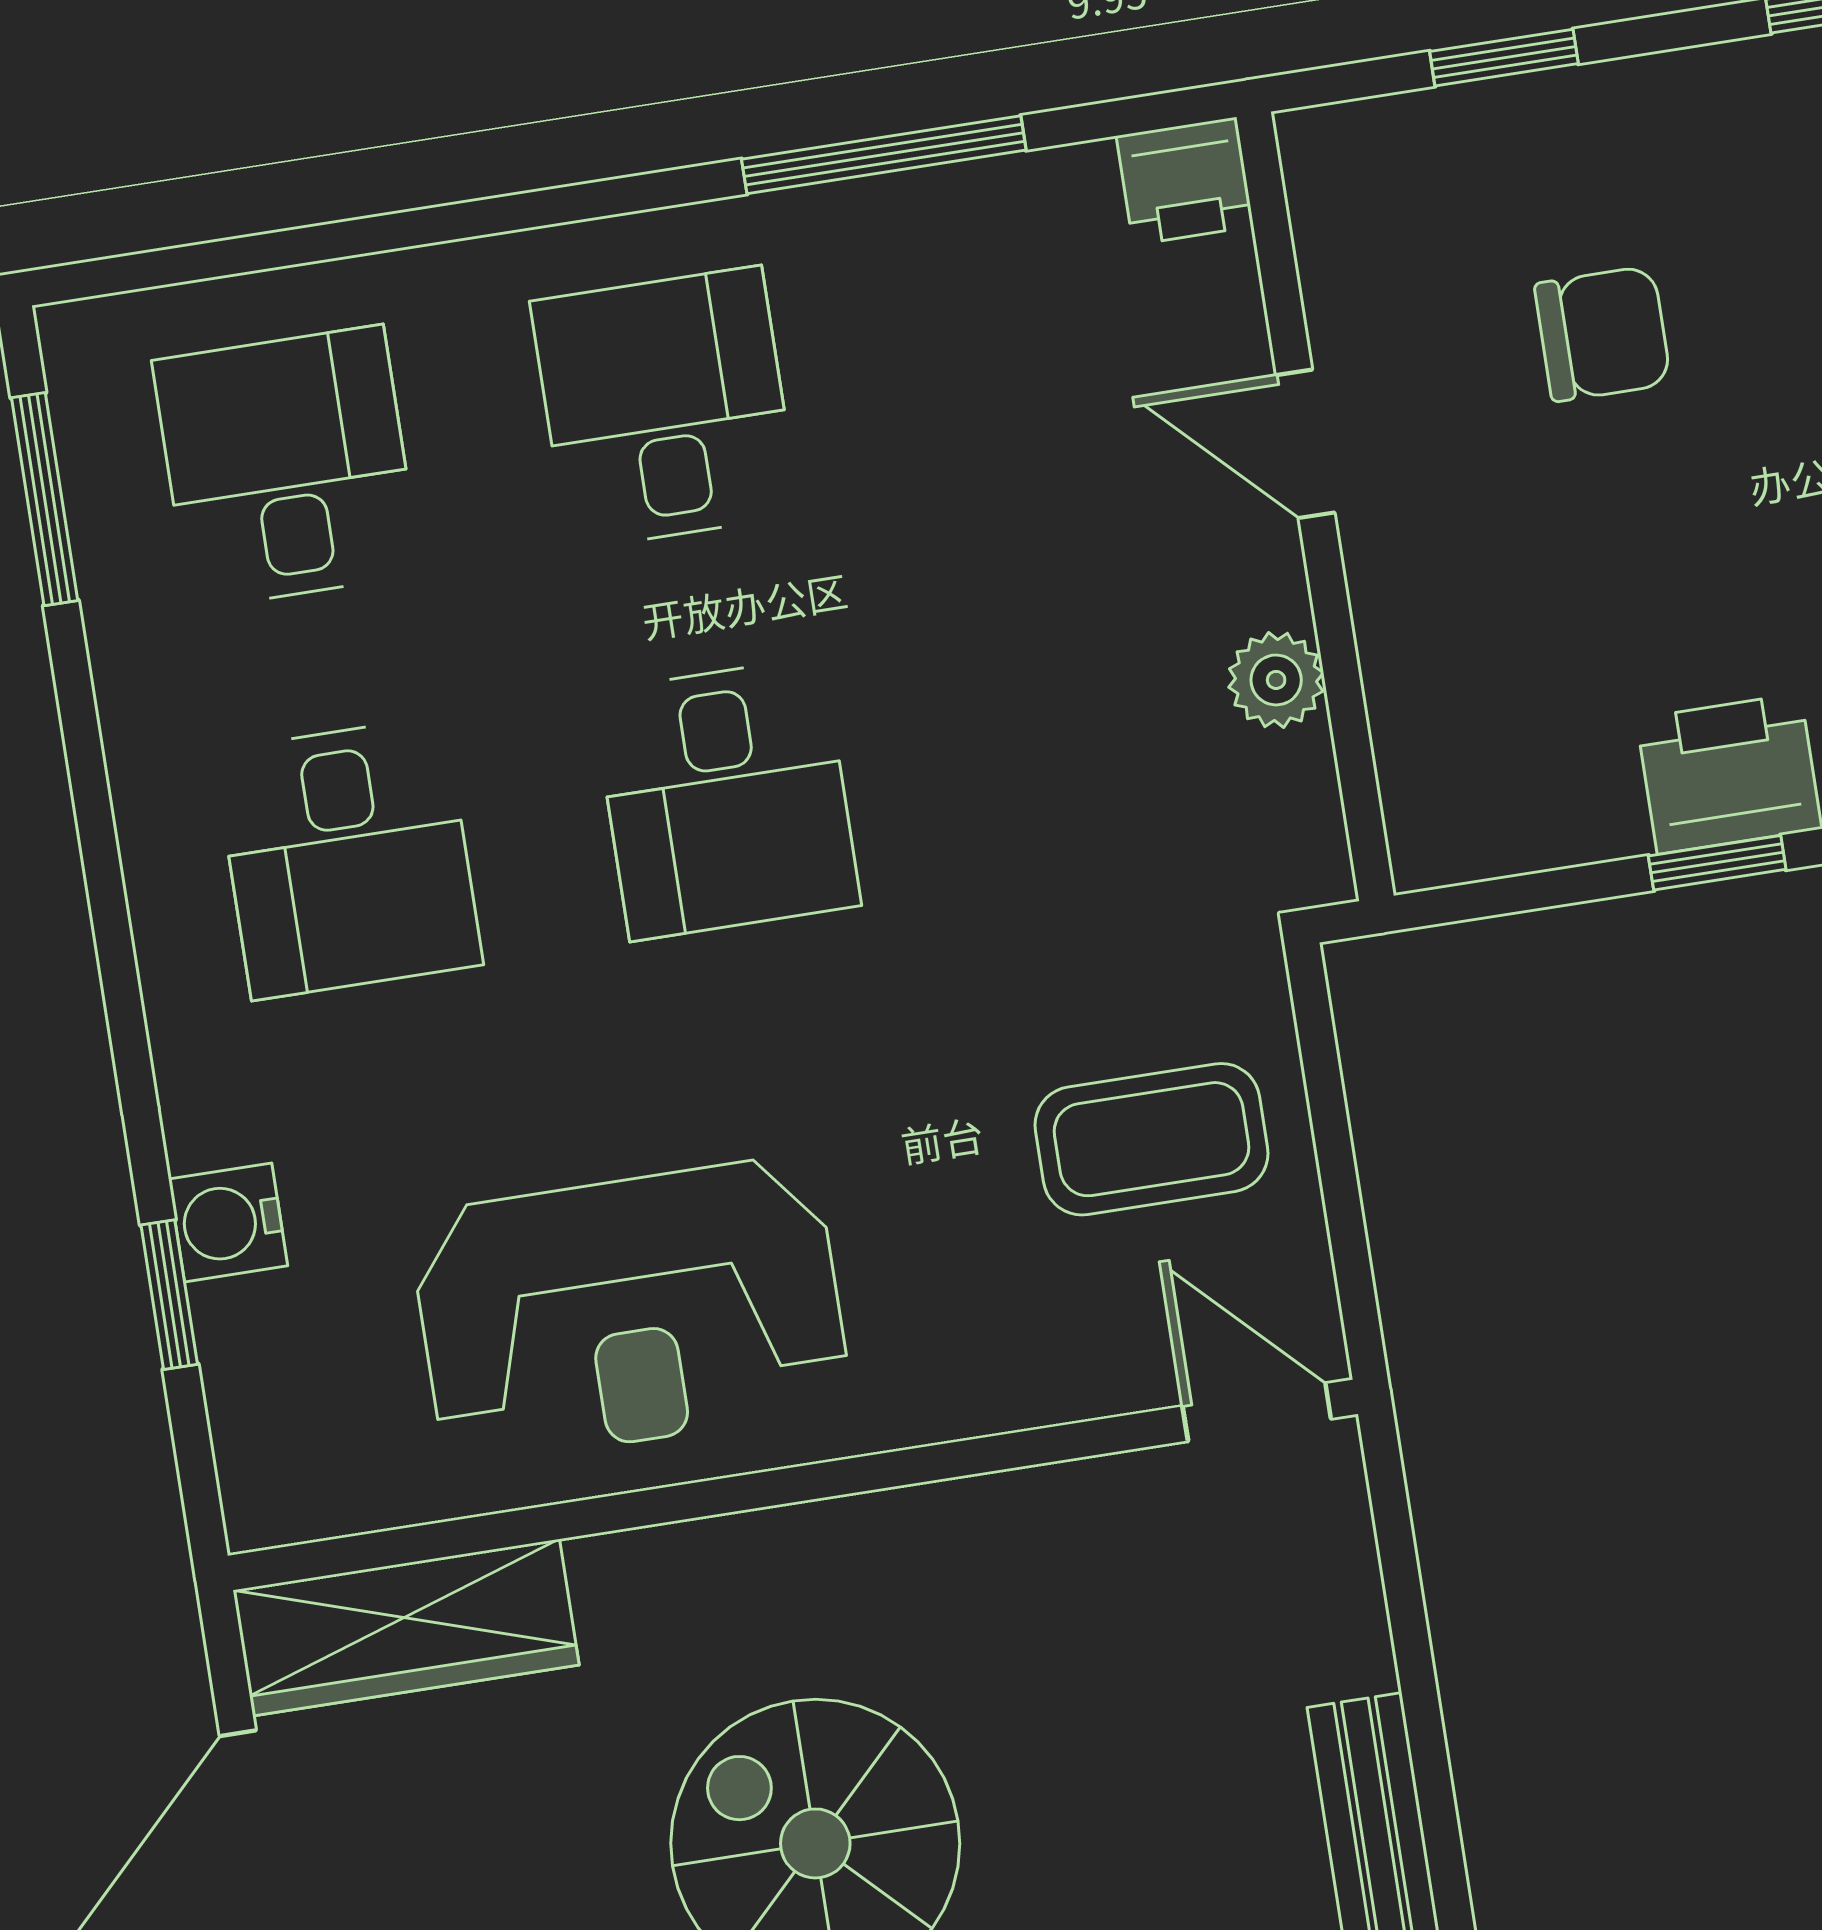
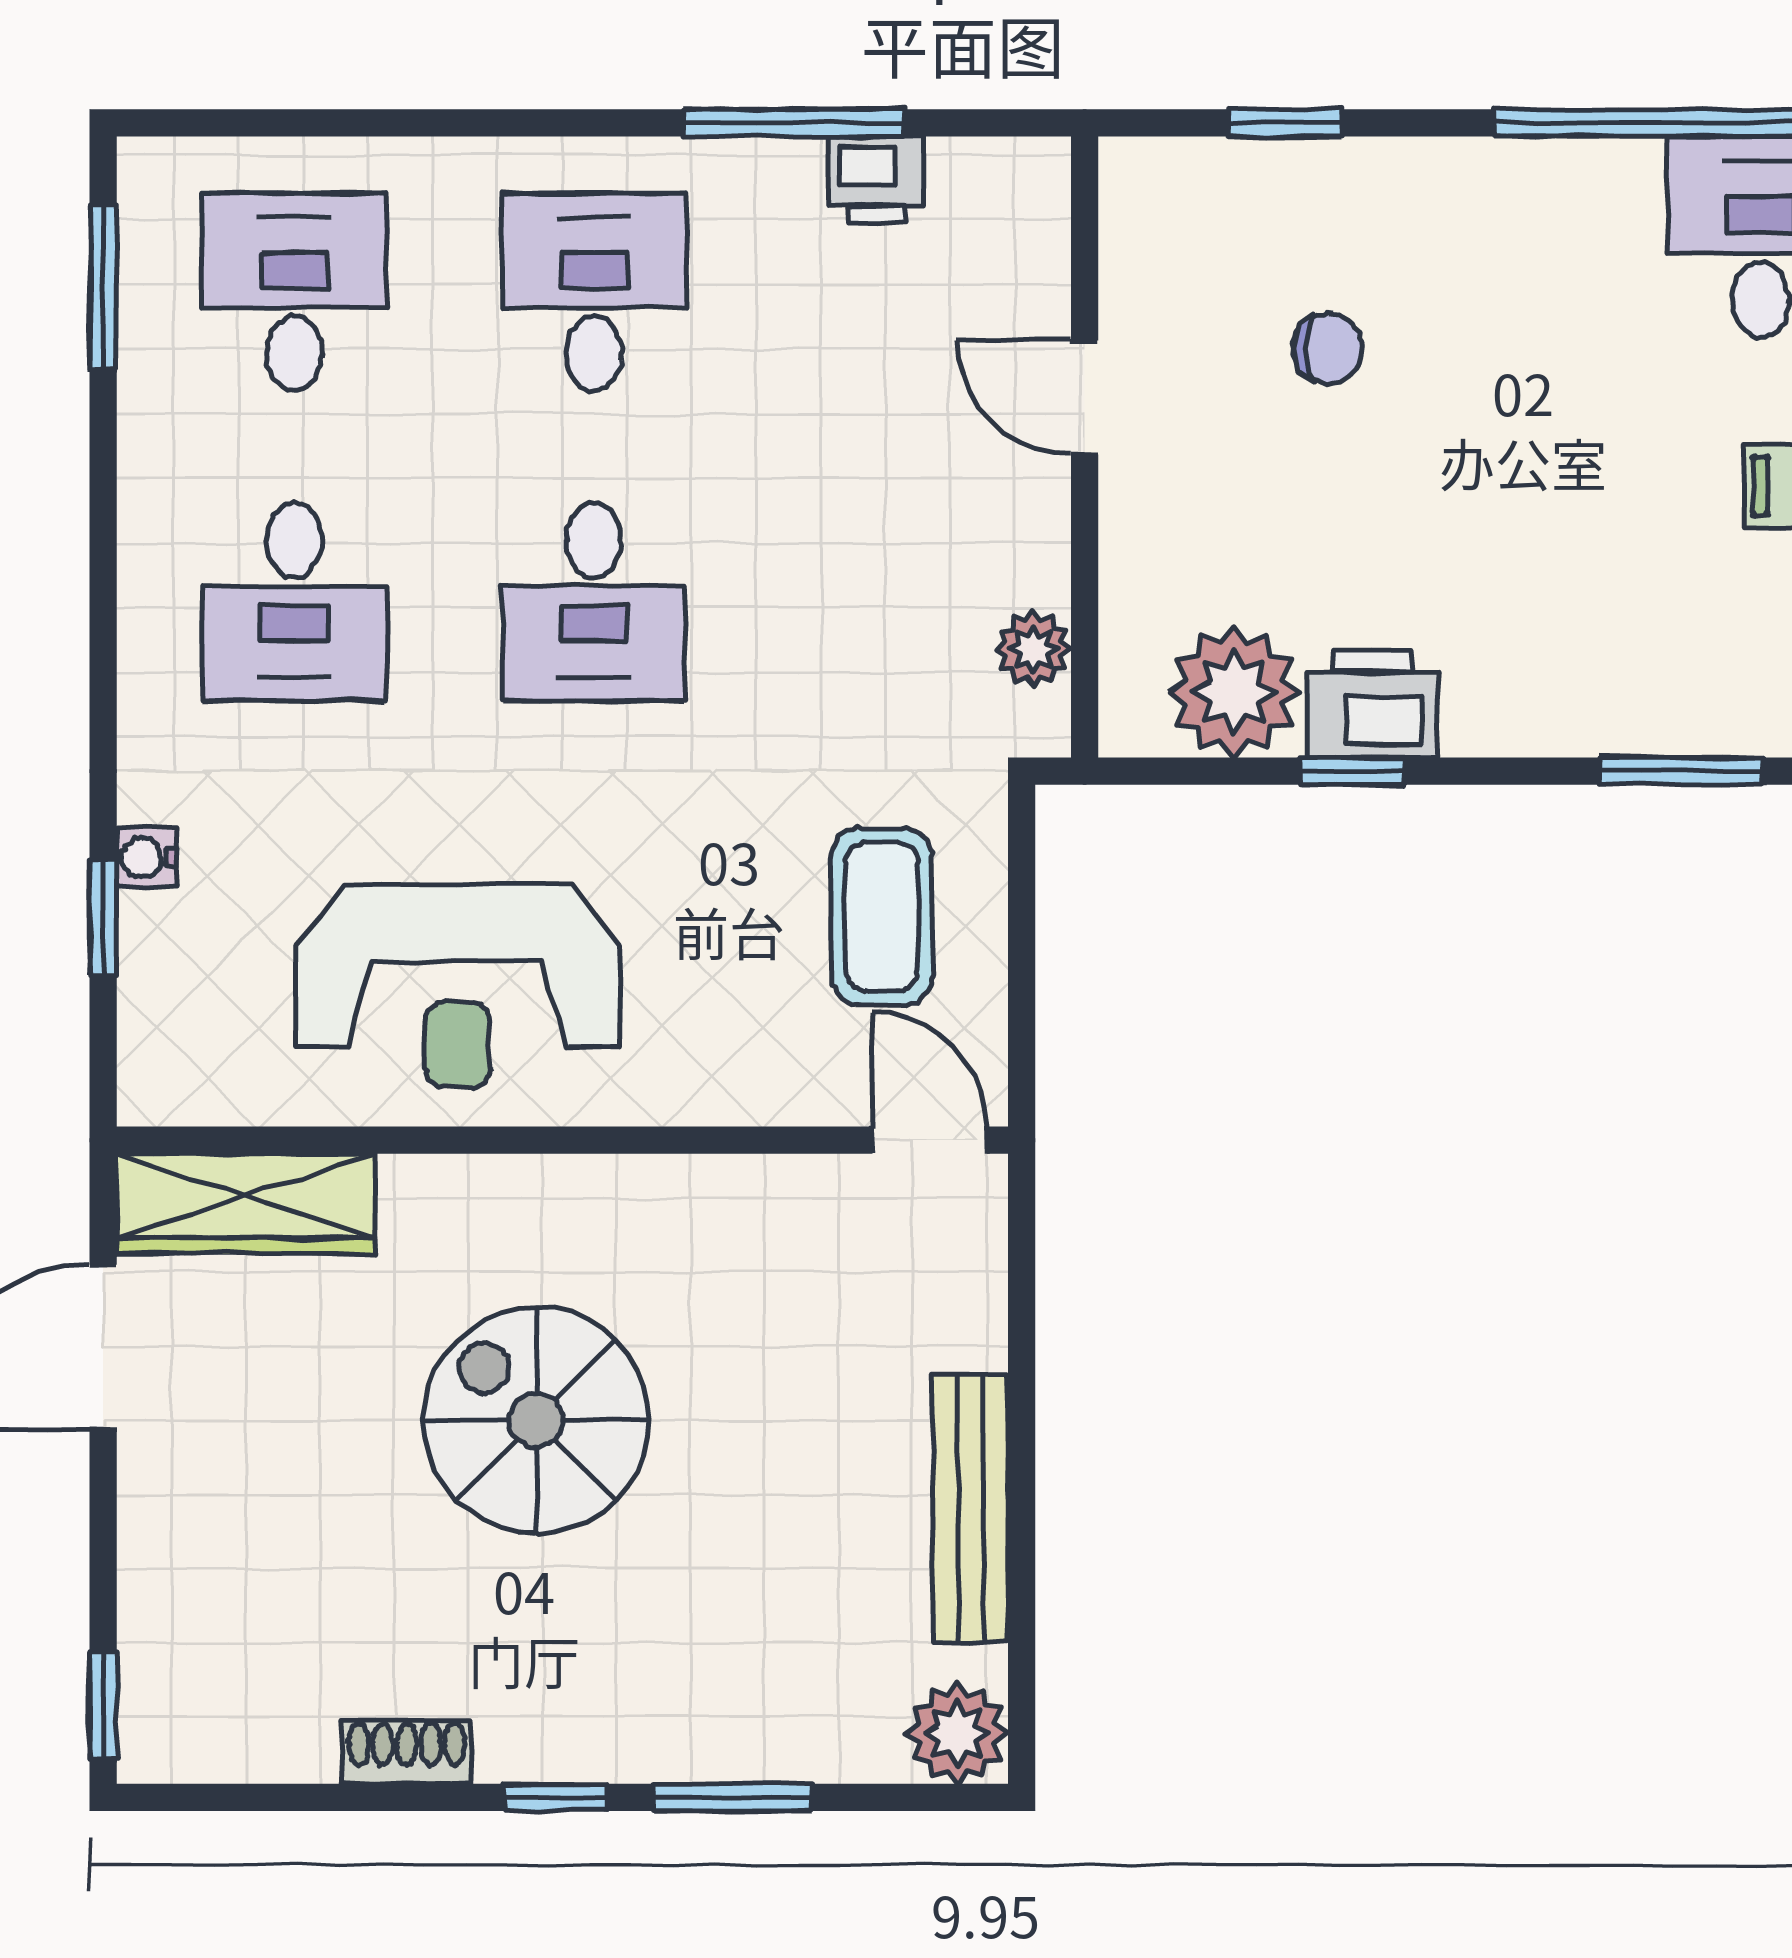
printer: (1185, 181) -> (876, 180), moved
chair: (1603, 334) -> (1328, 348), width x0.73, depth x0.73
plant: (1276, 680) -> (1033, 649), moved
plant: (1552, 786) -> (1234, 692), added
coffee table: (1152, 1139) -> (882, 916), turned 90
water cooler: (228, 1222) -> (146, 858), width x0.72, depth x0.72

